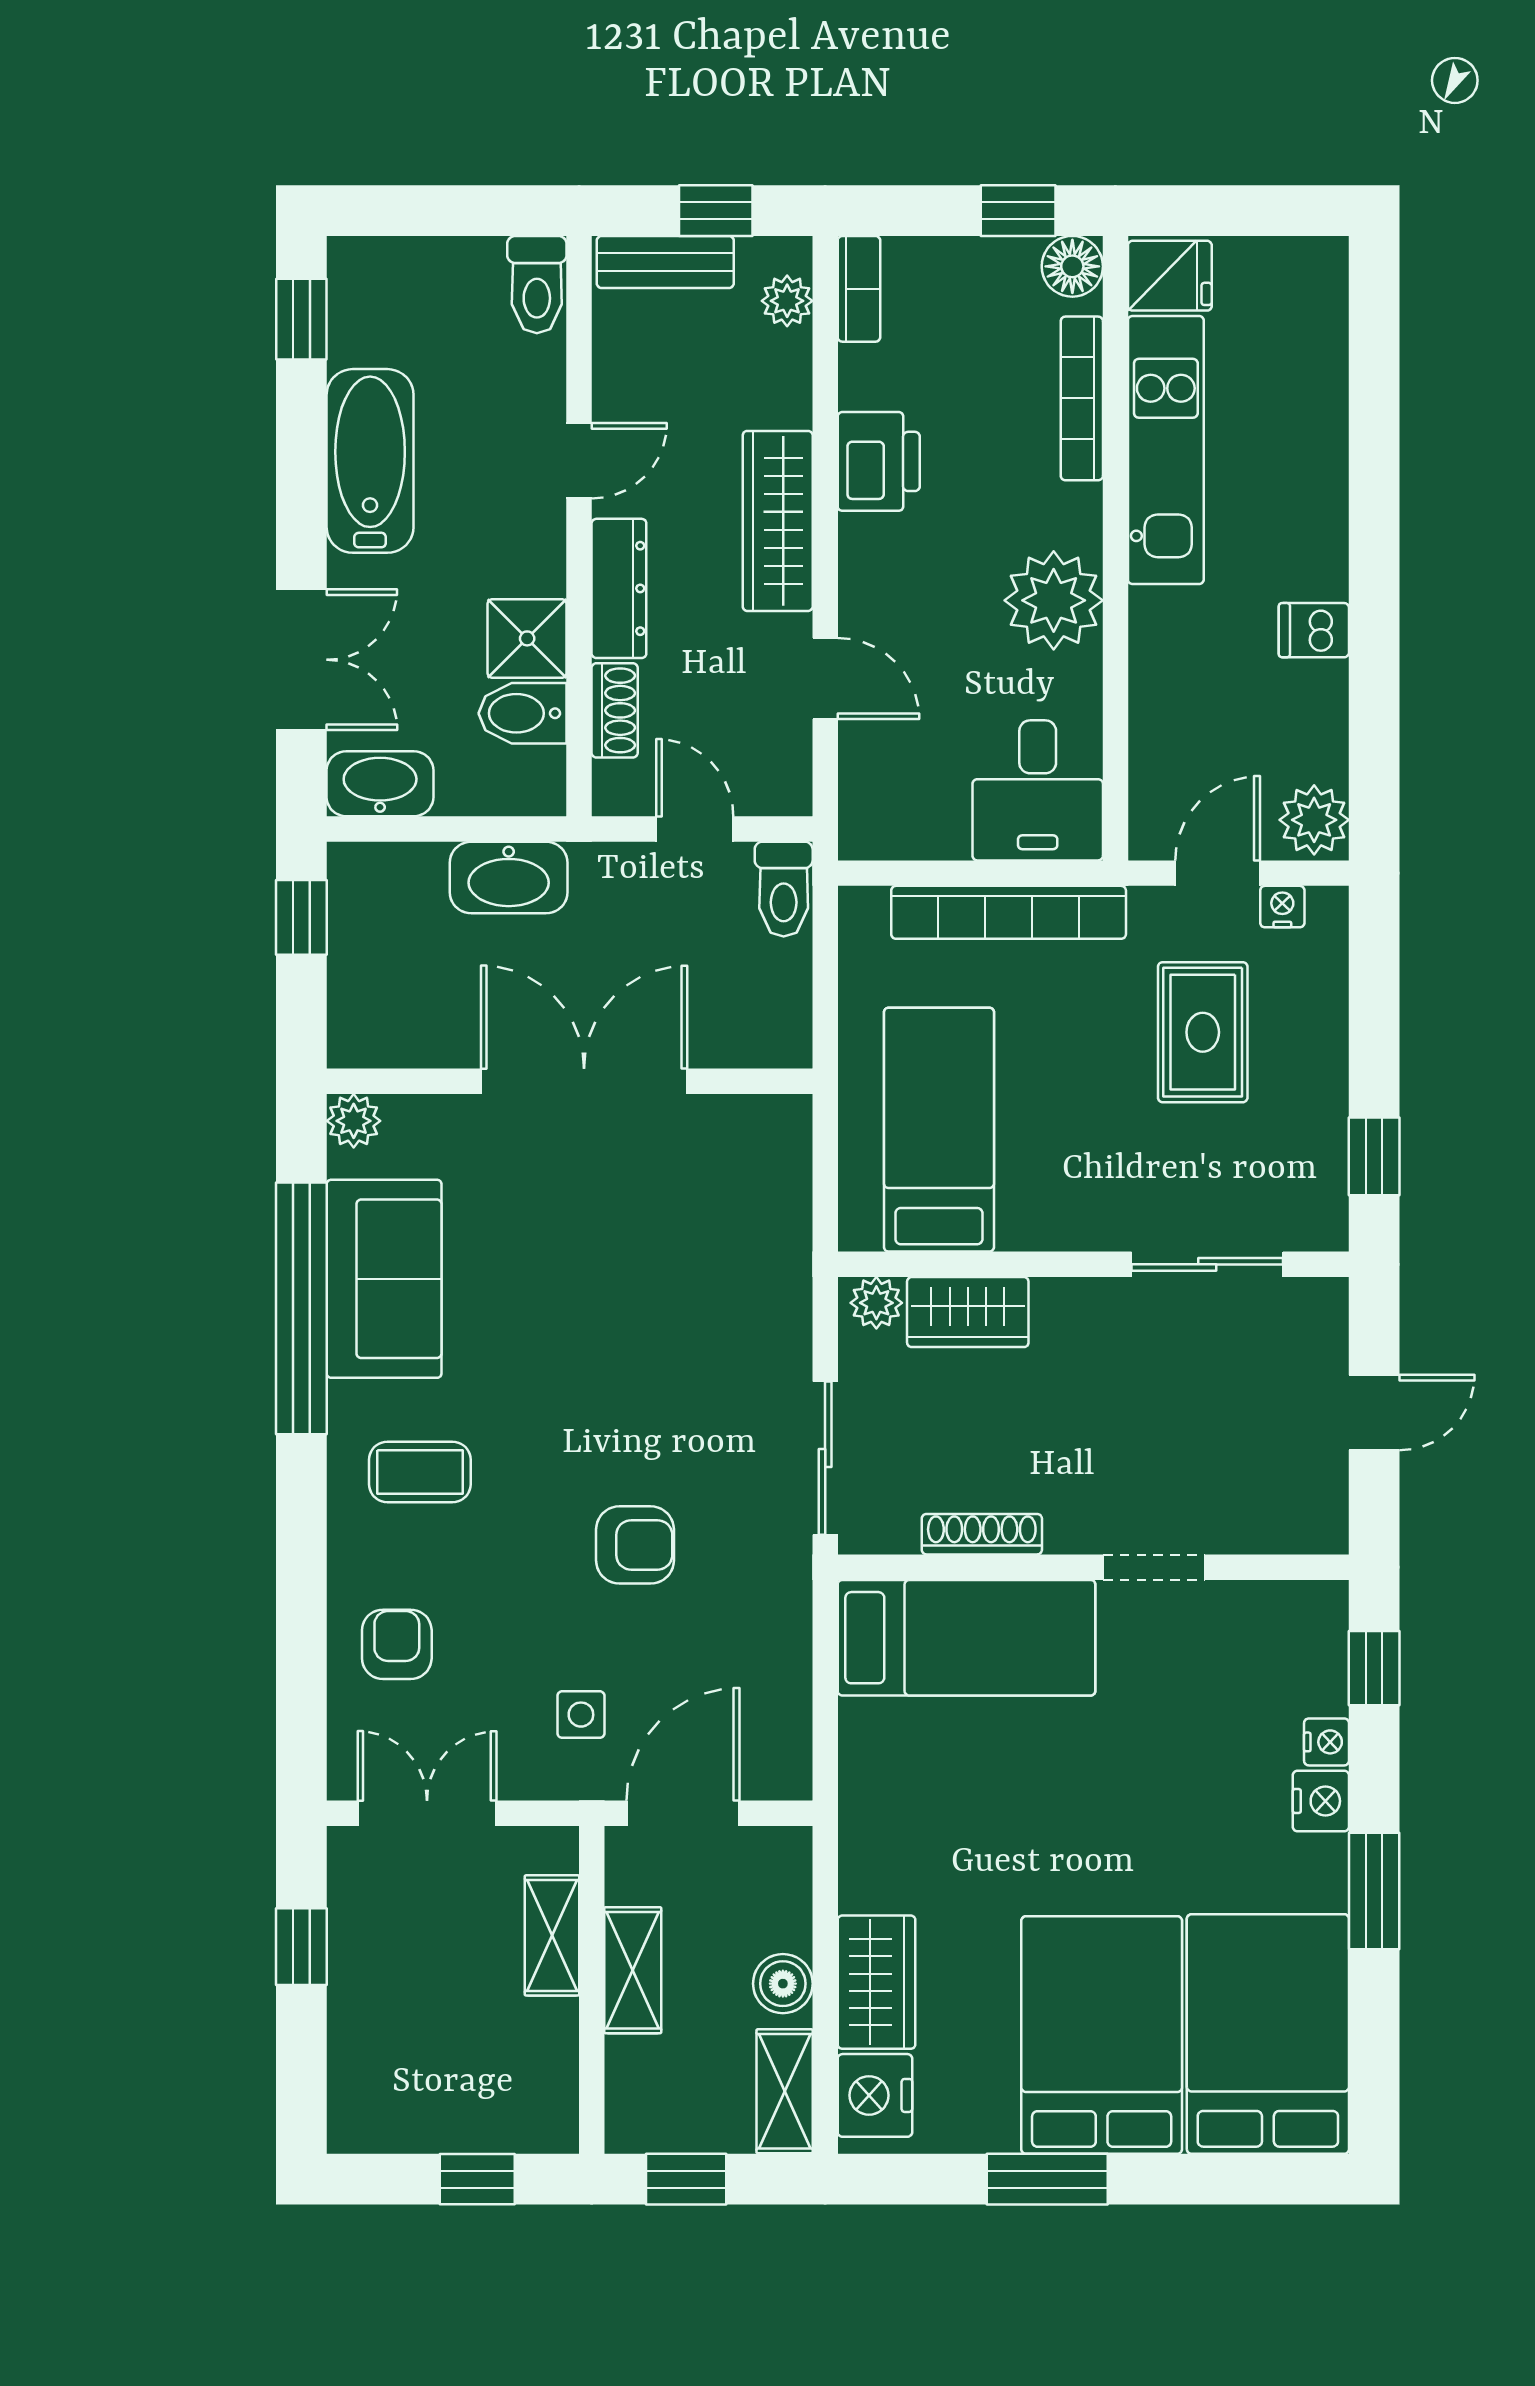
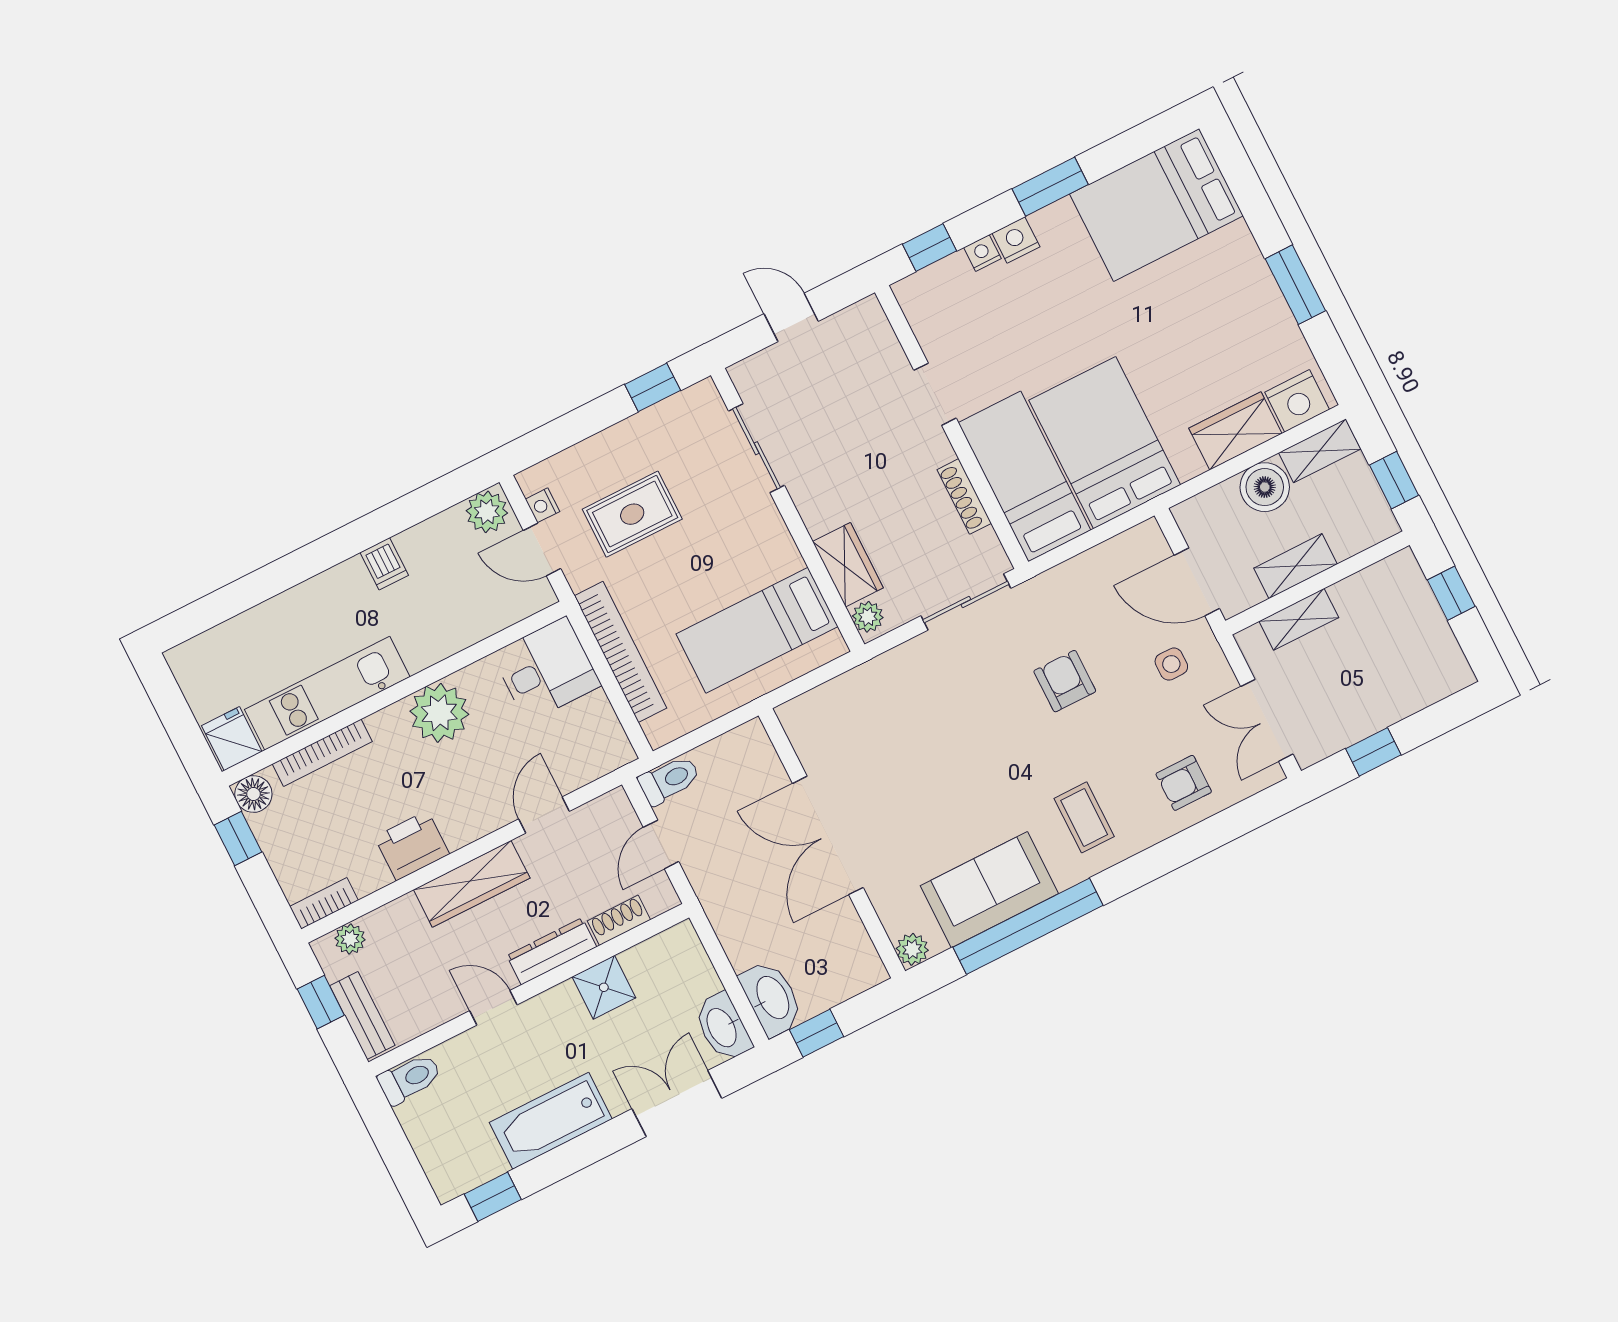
bidet: (523, 713) -> (646, 969), removed
washbasin: (509, 878) -> (772, 998), moved
boiler: (783, 1984) -> (1265, 487), width x1.36, depth x1.36
bed: (1102, 2035) -> (1105, 443), moved, turned 90

